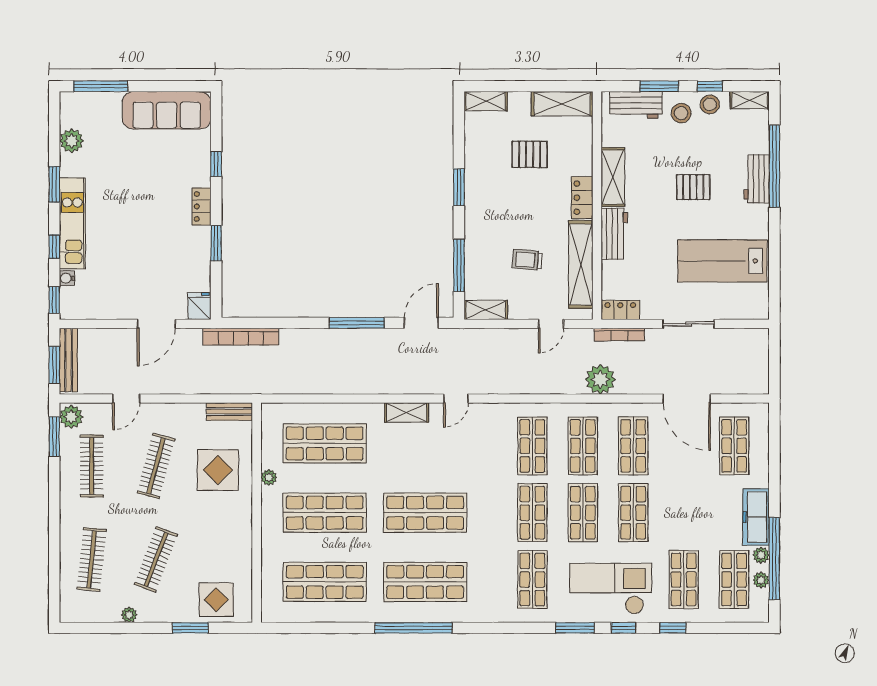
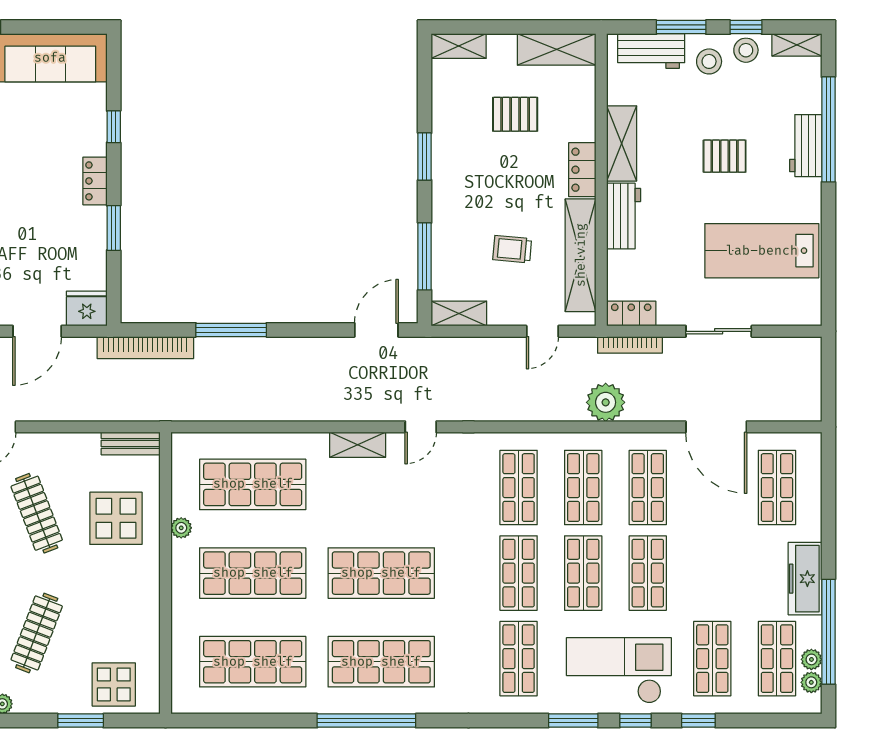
fridge: (200, 306) -> (87, 308), width x1.38
window: (357, 323) -> (231, 330), moved
clothes rail: (156, 466) -> (37, 513), turned -36
plant: (761, 555) -> (811, 682), moved

